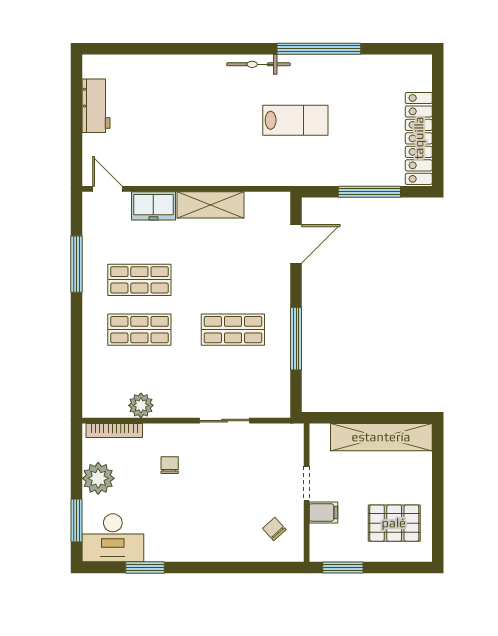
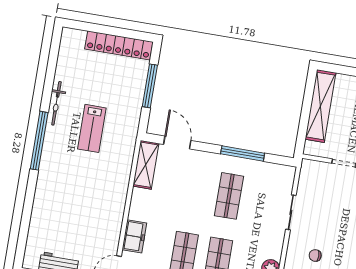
window: (319, 49) -> (39, 141), moved
bicycle: (258, 64) -> (56, 103), moved
lab bench: (295, 120) -> (92, 128), turned 180
shelving: (211, 205) -> (146, 165), moved

